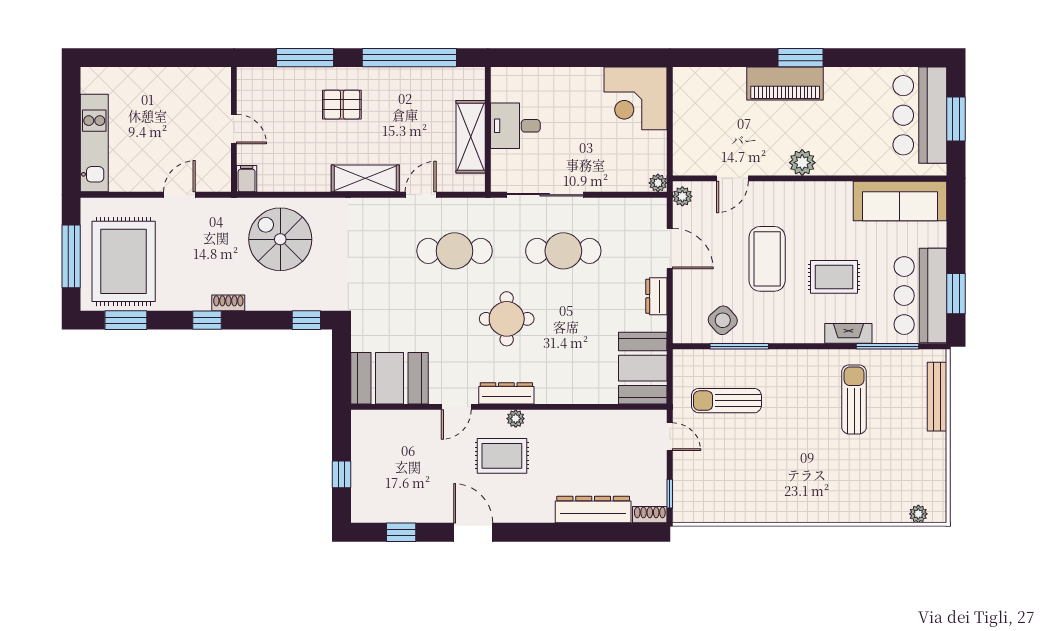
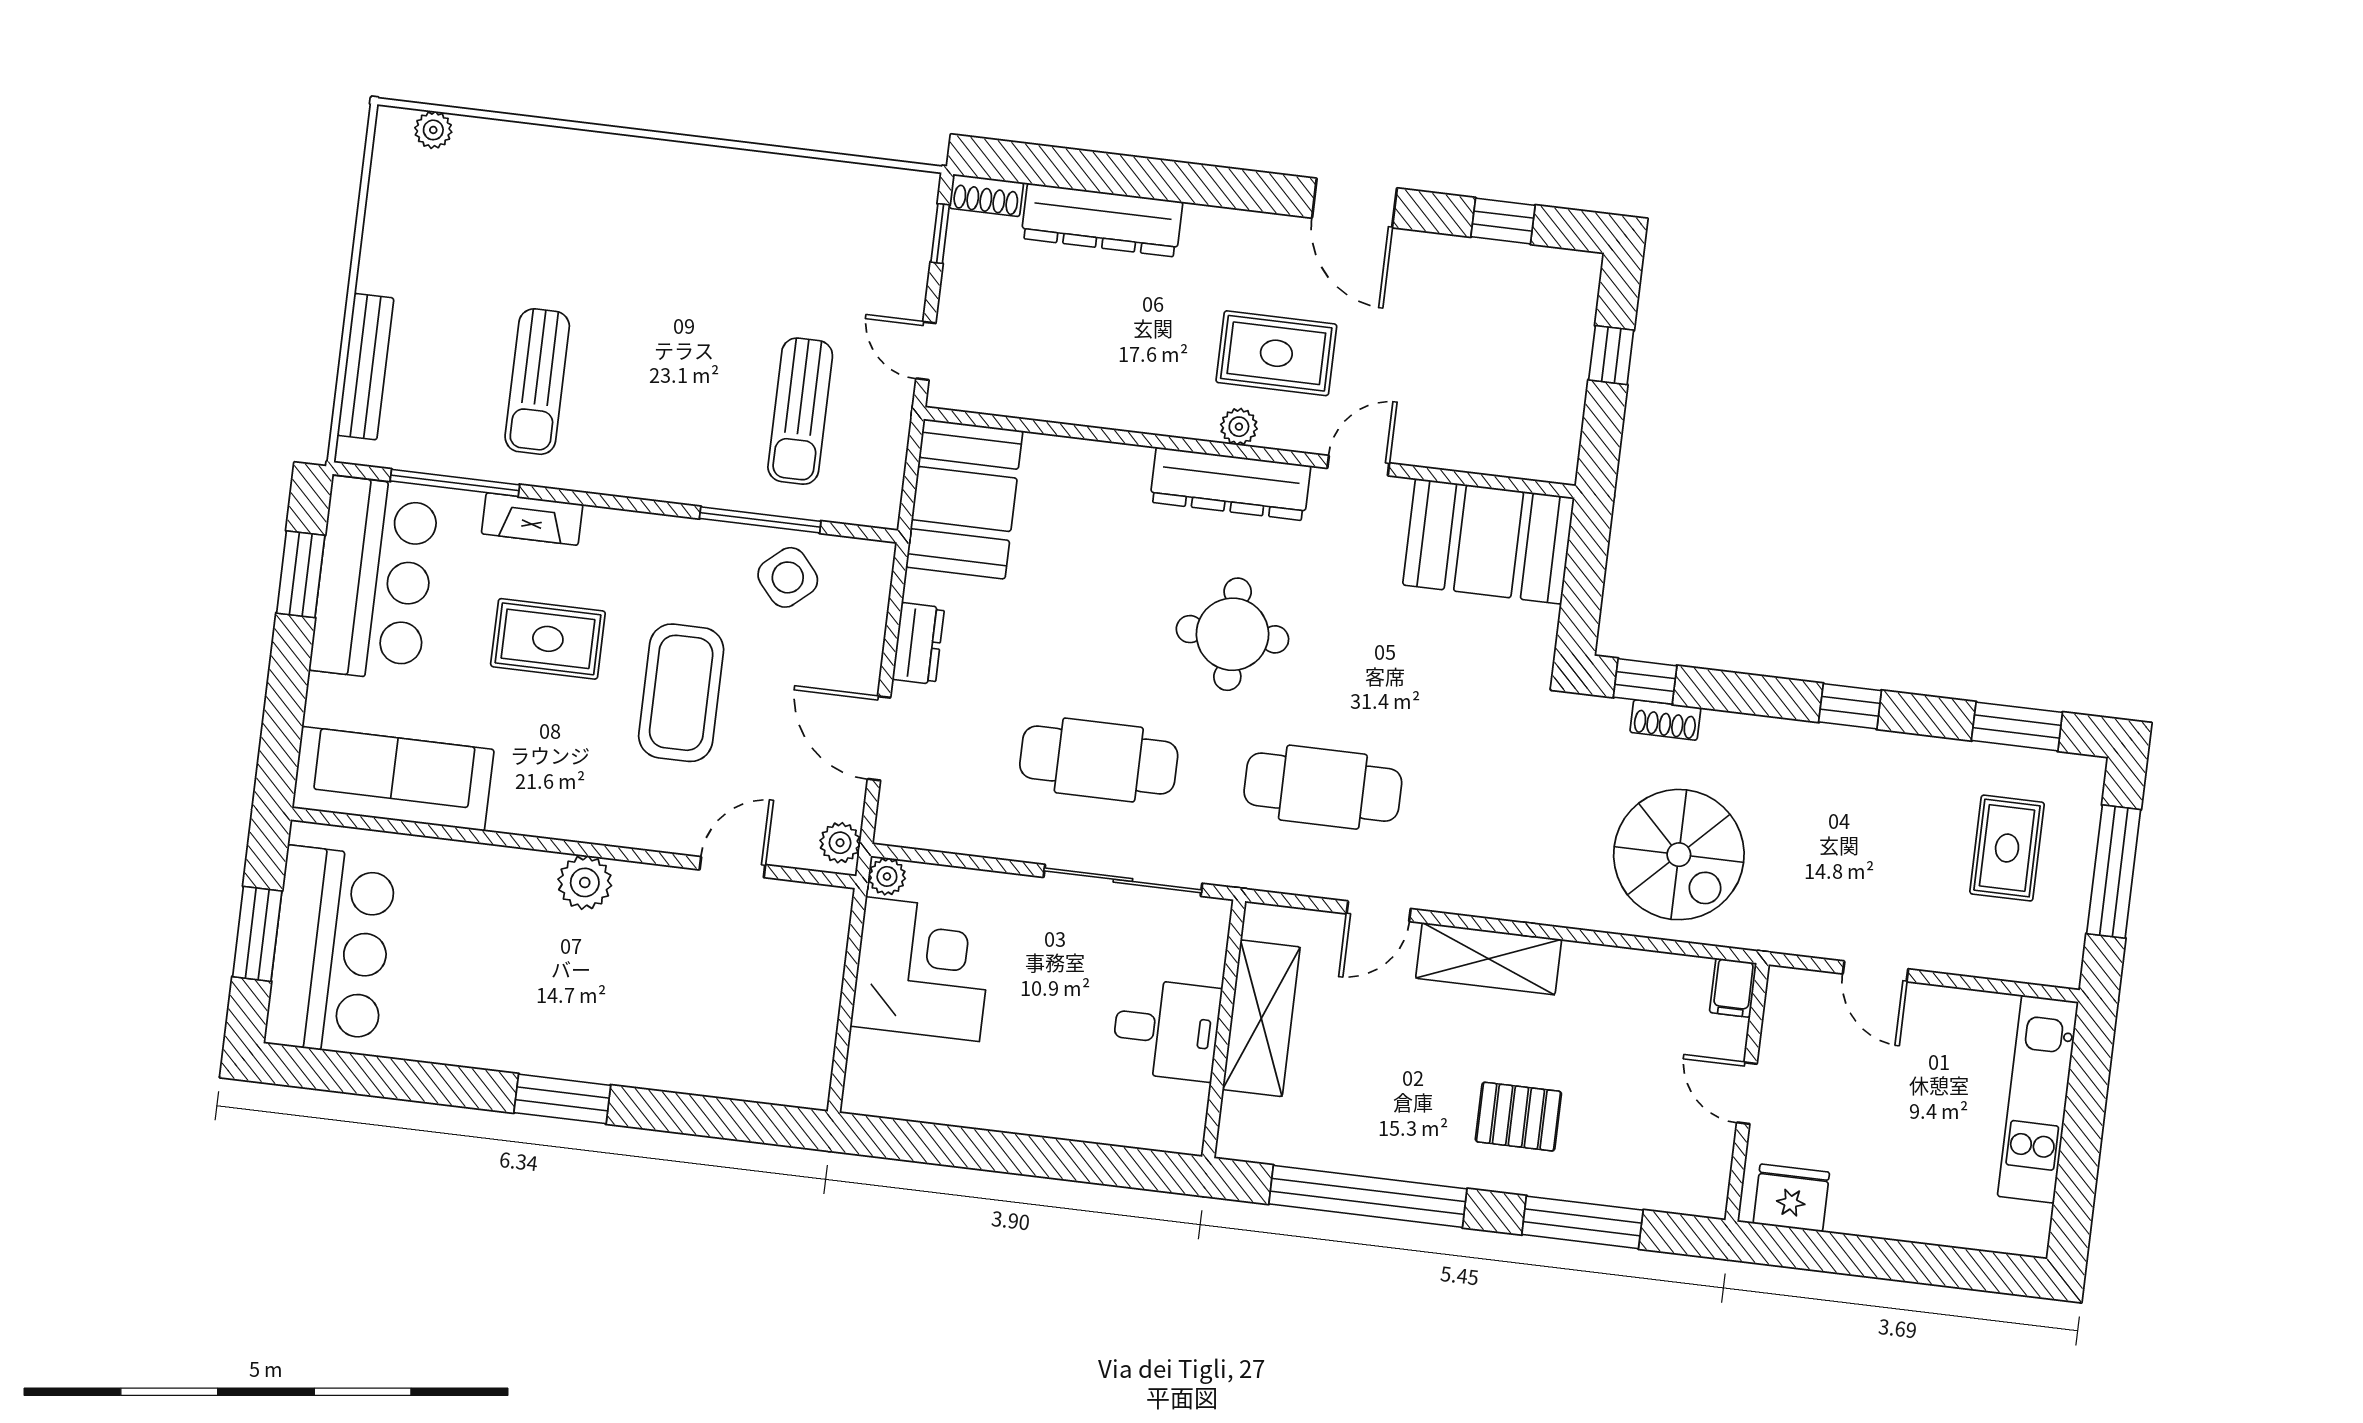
fridge: (207, 81) -> (1791, 1198), added
piano: (785, 84) -> (601, 1049), removed
corner desk: (636, 98) -> (923, 969), moved
door: (179, 195) -> (1875, 971), hinge flipped
rug: (124, 261) -> (2007, 848), width x0.54, depth x0.49
shoe rack: (228, 303) -> (1665, 720), moved
dresser: (506, 393) -> (1230, 484), width x1.37, depth x1.24
sun lounger: (726, 401) -> (800, 411), turned 90

